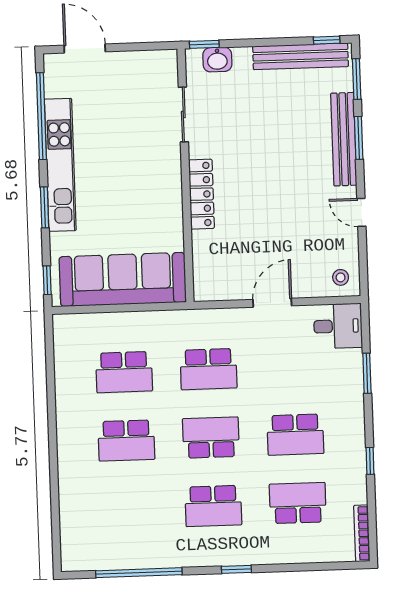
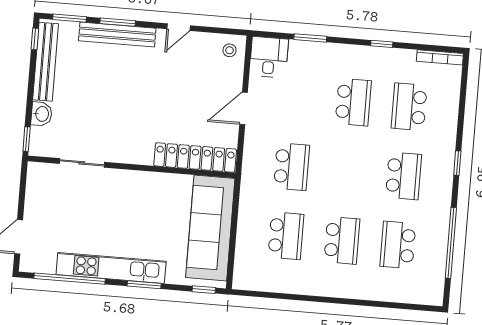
washbasin: (217, 60) -> (42, 114), moved
locker: (201, 194) -> (195, 157), moved, width x1.41, depth x1.21
door: (272, 303) -> (244, 108), hinge flipped
school desk: (211, 438) -> (398, 245), moved

